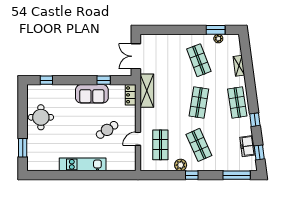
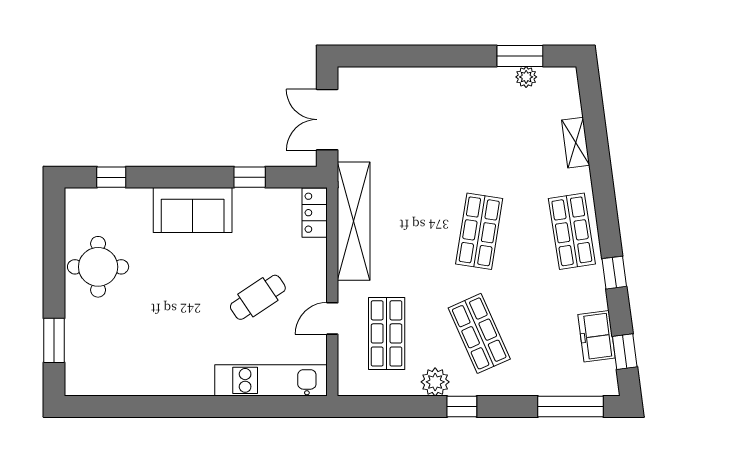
shop shelf: (199, 60) -> (479, 129), removed
shelving: (147, 91) -> (354, 221), width x1.47
sofa: (92, 94) -> (193, 210), moved
kitchen unit: (83, 164) -> (271, 380), moved

